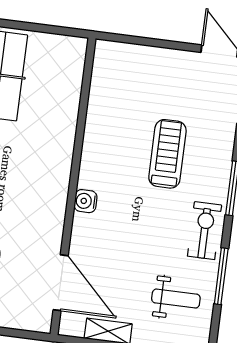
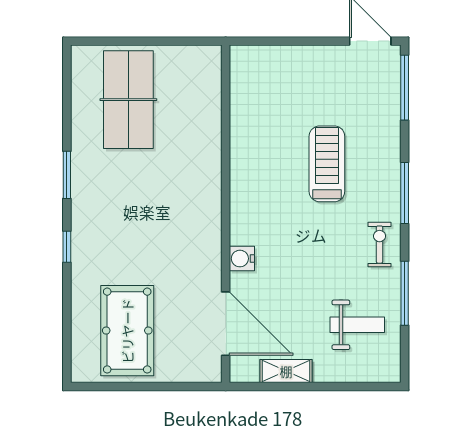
water cooler: (86, 201) -> (242, 259), moved
exercise bike: (205, 231) -> (380, 245), width x0.73, depth x0.72

